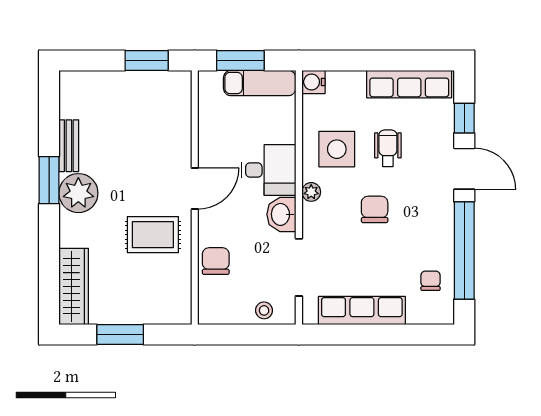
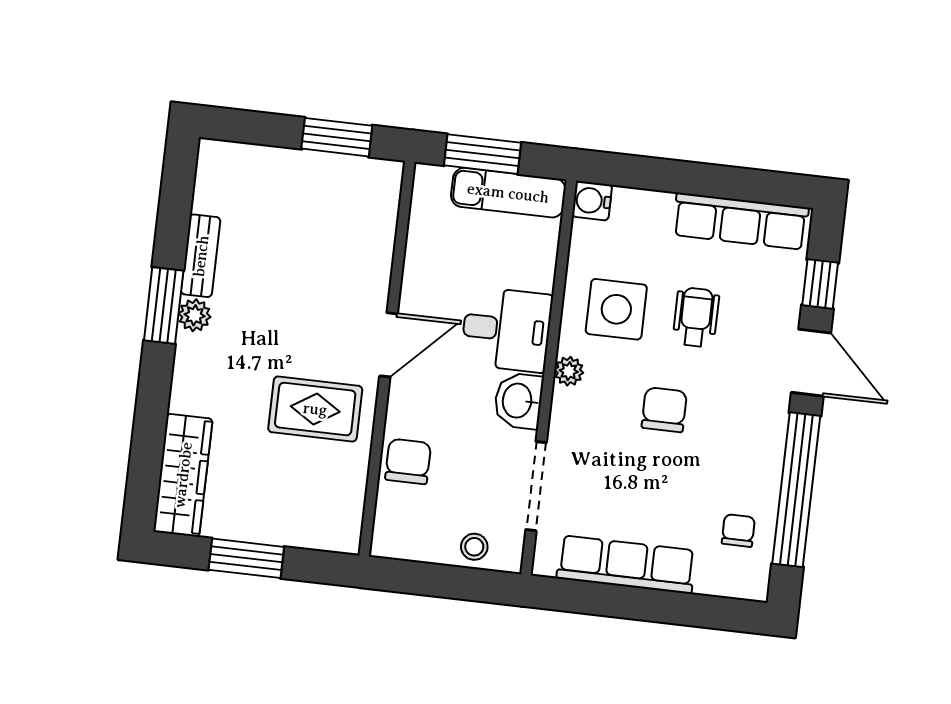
plant: (78, 193) -> (195, 315), width x0.53, depth x0.53

